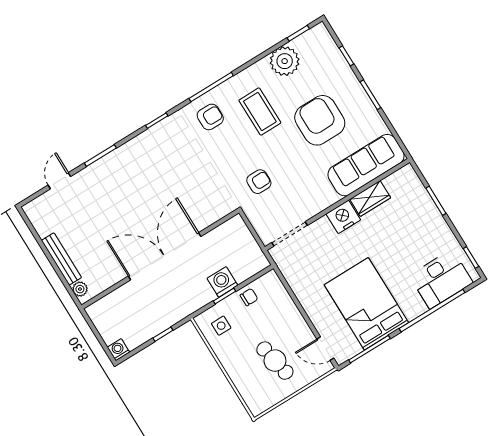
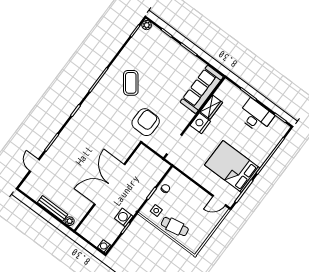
plant: (285, 61) -> (147, 25), moved, width x0.53, depth x0.53
coffee table: (260, 112) -> (131, 83), turned 53
armchair: (210, 117) -> (104, 97), removed
armchair: (320, 120) -> (166, 75), removed
armchair: (259, 182) -> (146, 122), width x1.88, depth x1.88
desk: (441, 279) -> (256, 116), moved, turned -90
washing machine: (222, 282) -> (124, 217), moved
cafe table: (275, 361) -> (175, 227), moved

